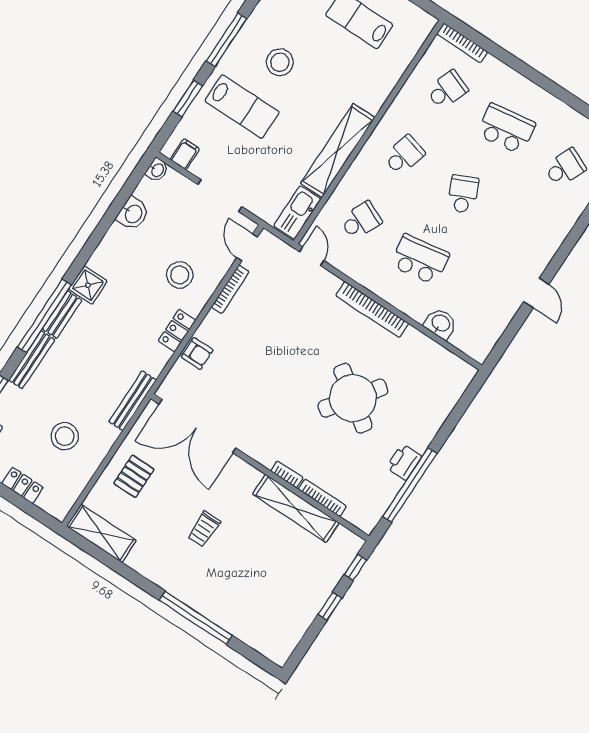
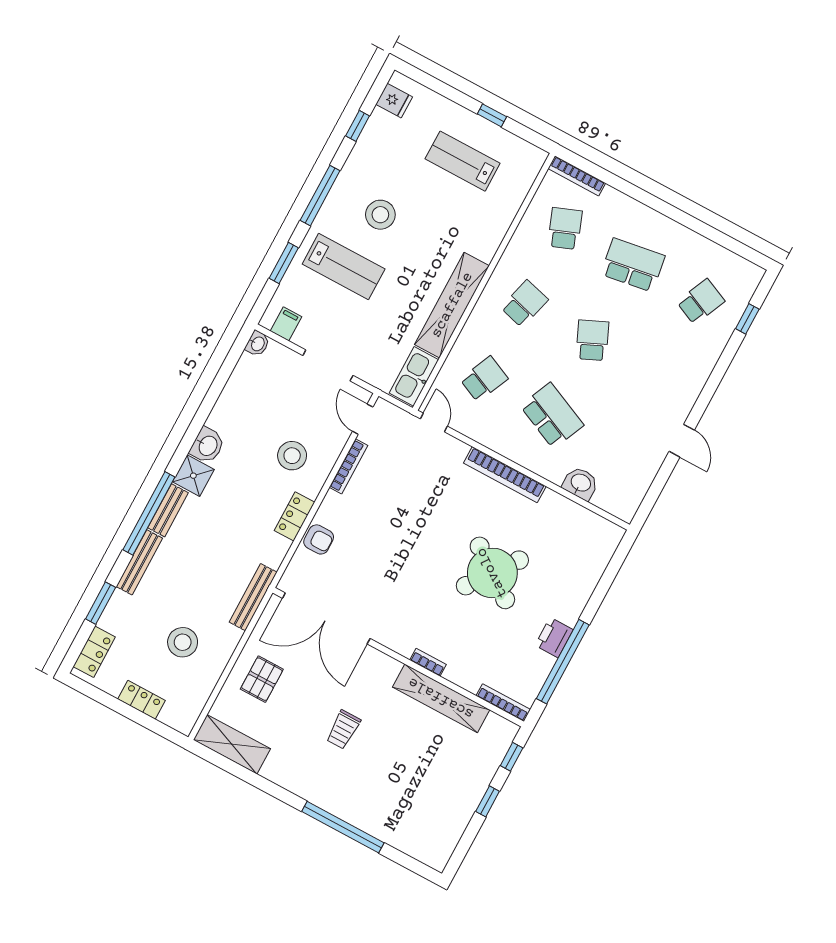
school desk: (447, 90) -> (565, 228), turned -42
washbasin: (133, 214) -> (207, 445), moved
school desk: (420, 259) -> (552, 416), turned 33
bookcase: (322, 498) -> (503, 703), moved

